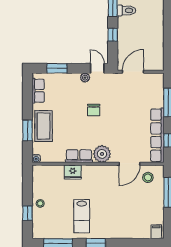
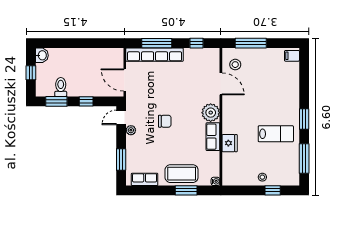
row of seats: (157, 135) -> (155, 55), moved

